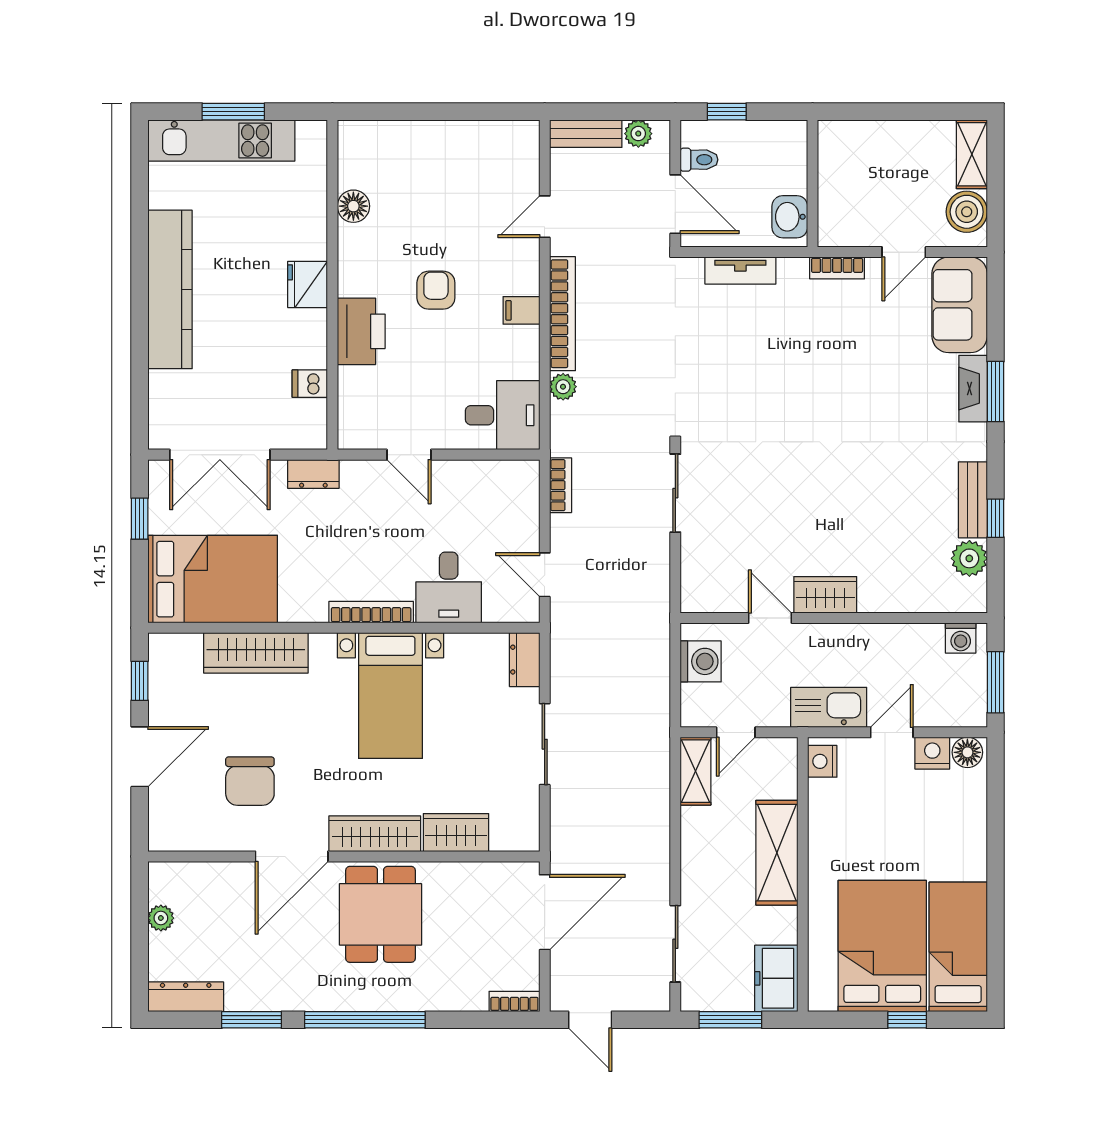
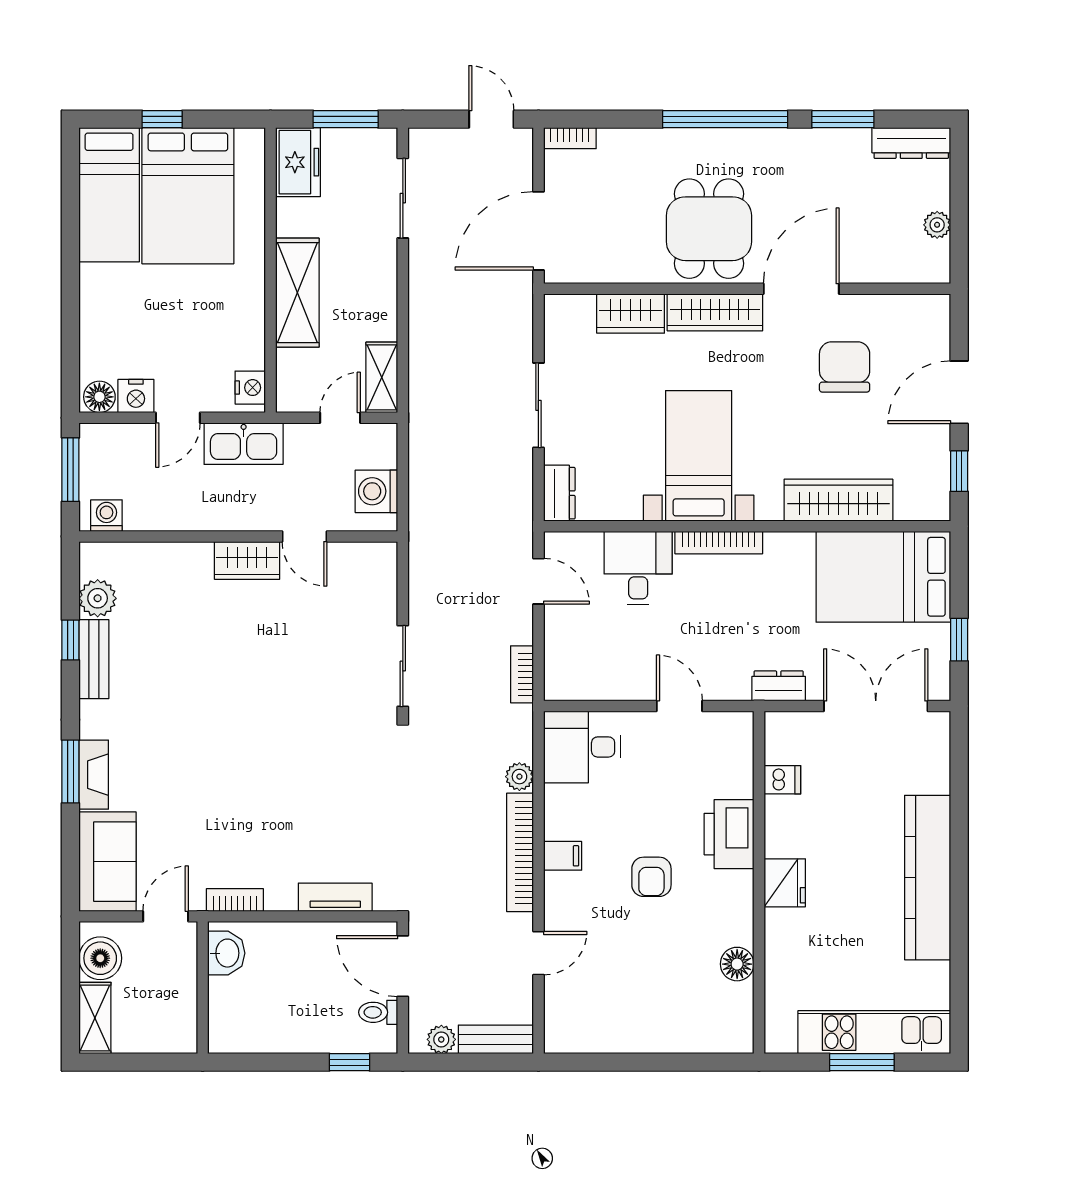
wall: (813, 184) -> (203, 988), moved
washbasin: (790, 217) -> (226, 953), moved

